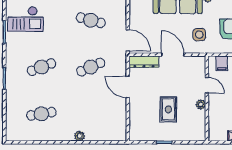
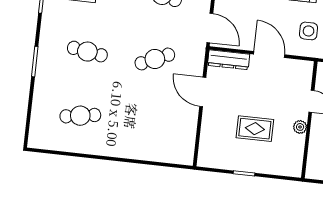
cafe table: (41, 67) -> (87, 52), turned 30
rug: (168, 109) -> (255, 129), turned 90
plant: (80, 136) -> (129, 152), removed

